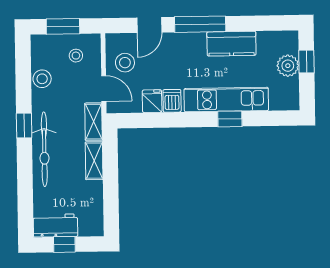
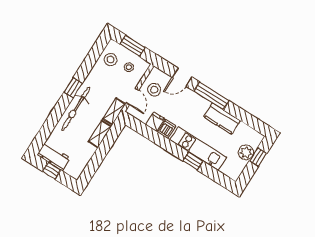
stool: (42, 79) -> (110, 60), moved

